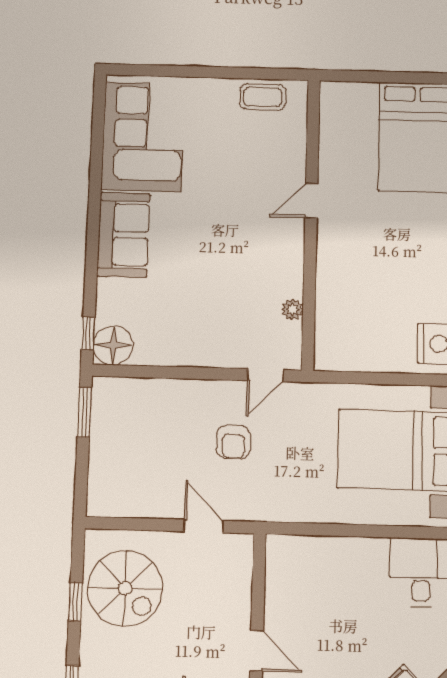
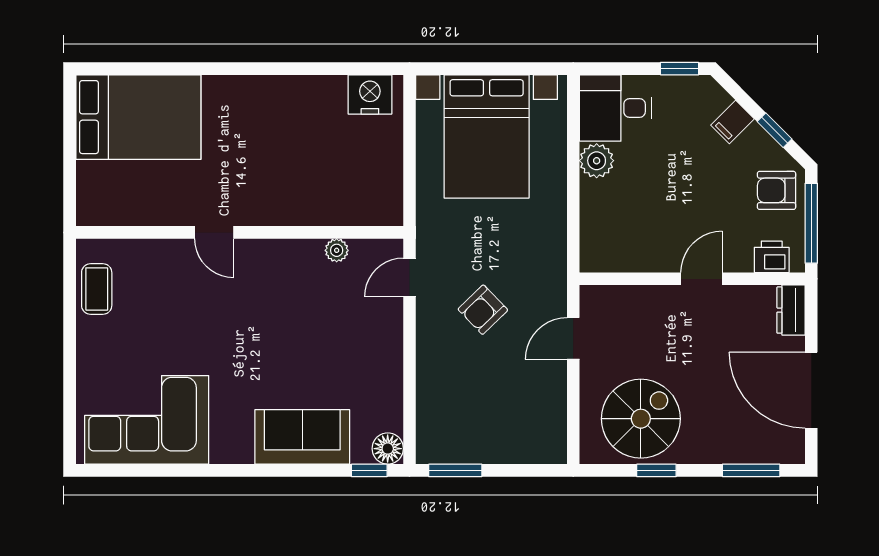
sofa: (124, 235) -> (302, 437), moved
floor lamp: (113, 345) -> (388, 449), width x0.73, depth x0.73
door: (266, 375) -> (410, 277), swing flipped
armchair: (233, 442) -> (483, 310), turned 136
plant: (371, 553) -> (597, 161), added

